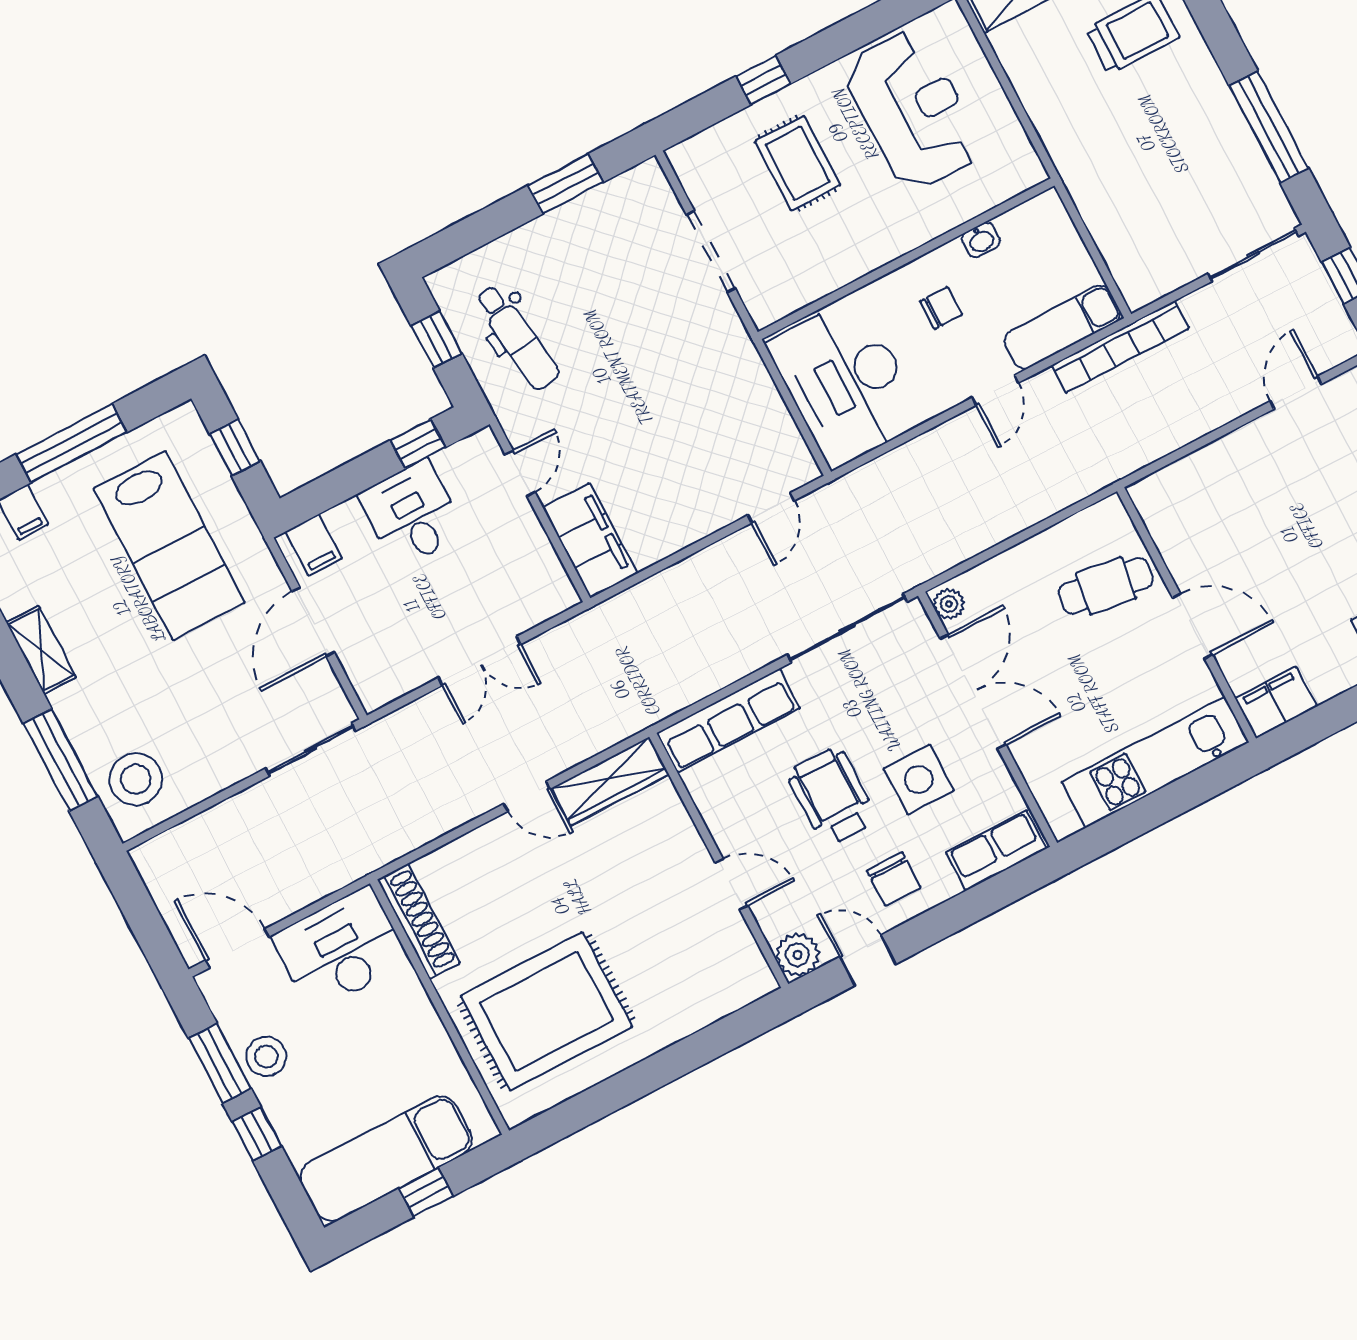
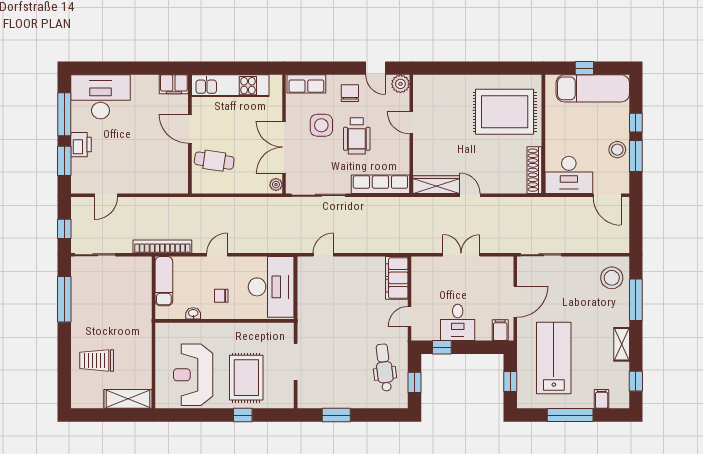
rug: (797, 163) -> (246, 378), width x1.36, depth x1.43
exam couch: (1062, 327) -> (164, 281), moved, turned -90

